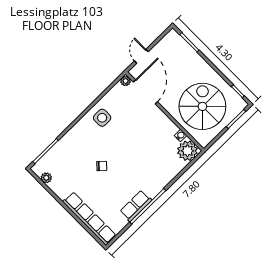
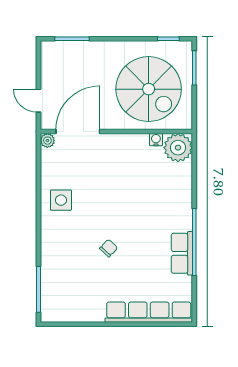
door: (145, 92) -> (78, 132), hinge flipped
spiral stairs: (202, 106) -> (149, 89), turned 180
plant: (46, 178) -> (66, 315), removed

